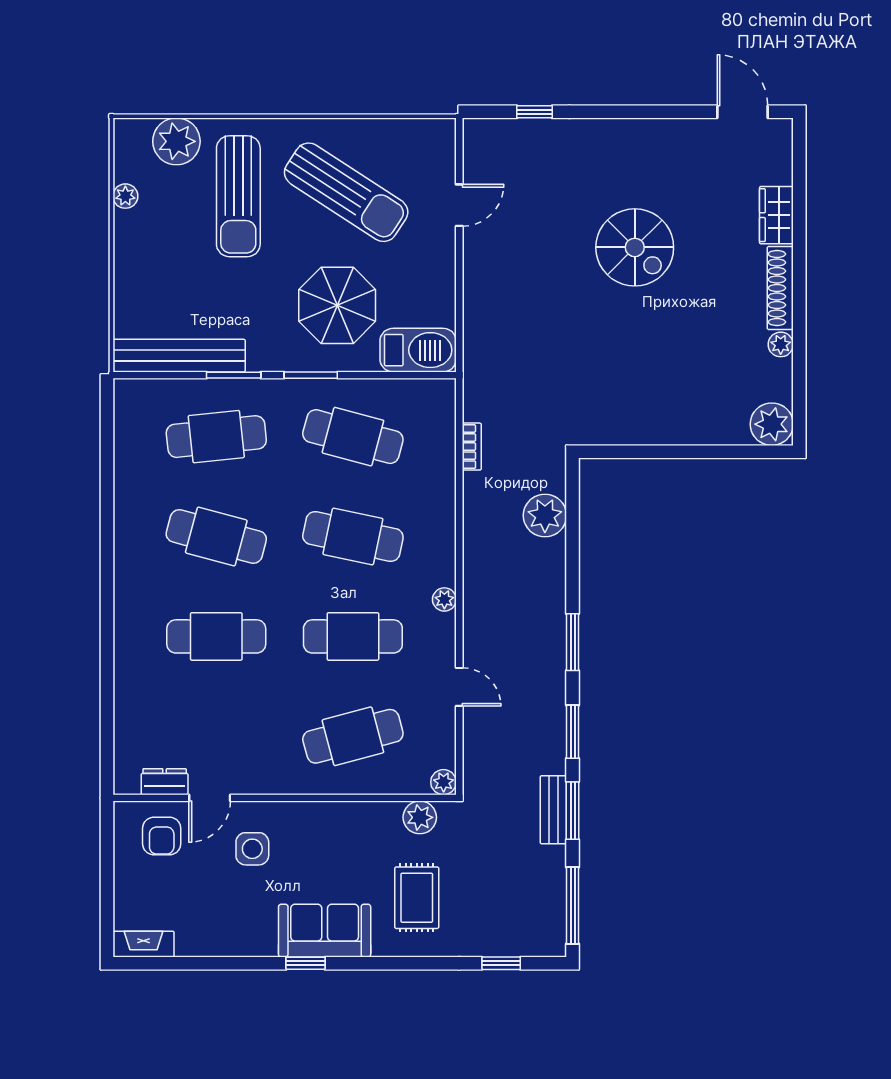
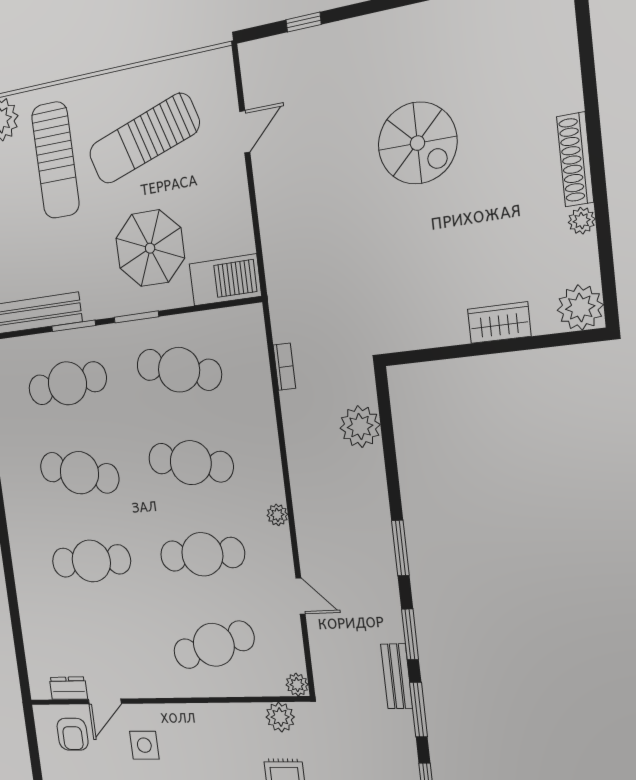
sun lounger: (346, 192) -> (144, 139), turned 129
wardrobe: (776, 215) -> (499, 323), moved, turned 90
bench: (553, 810) -> (397, 676), moved

